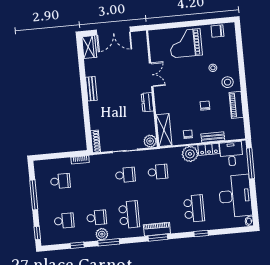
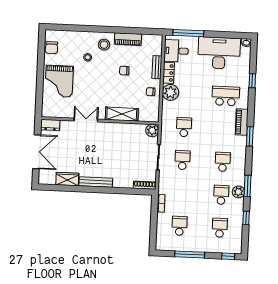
wardrobe: (89, 47) -> (67, 179), moved
bench: (91, 89) -> (96, 182), width x1.36
dresser: (147, 102) -> (50, 125), moved
shelving: (164, 130) -> (122, 114), moved
school desk: (129, 215) -> (223, 162), width x0.54
piano: (157, 229) -> (242, 122), moved
window: (201, 234) -> (252, 81), moved

